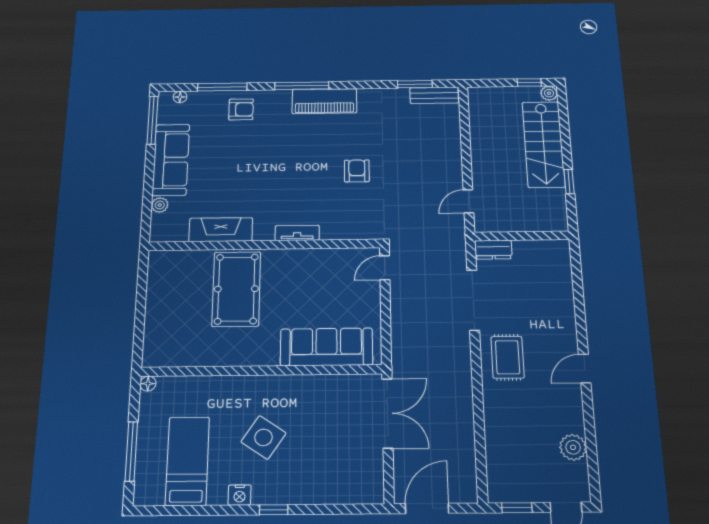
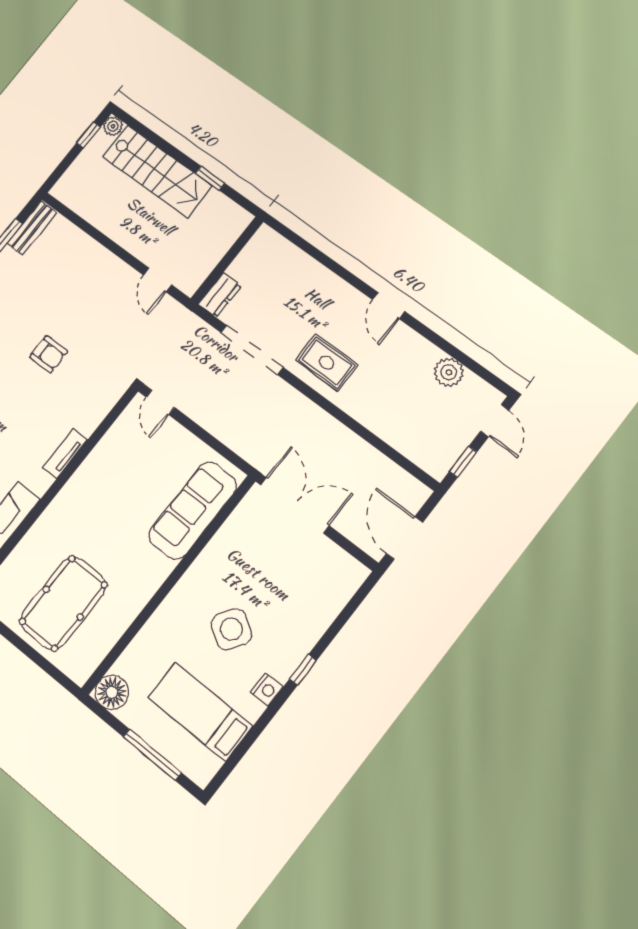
armchair: (357, 171) -> (49, 354), turned 180
pool table: (236, 289) -> (63, 603), moved, turned 90
floor lamp: (148, 384) -> (112, 692), width x1.89, depth x1.89

